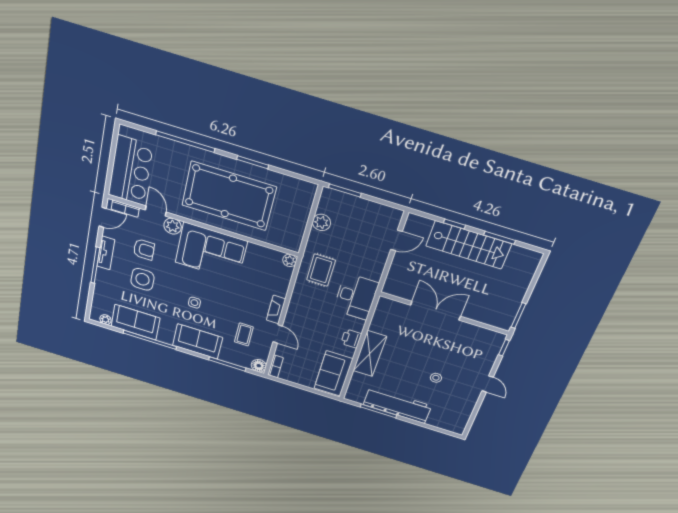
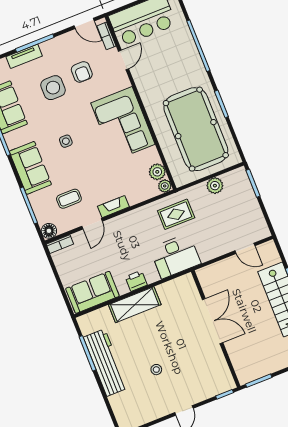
pool table: (229, 196) -> (196, 129), moved
plant: (173, 226) -> (157, 172), moved
tv unit: (106, 253) -> (24, 56), moved

